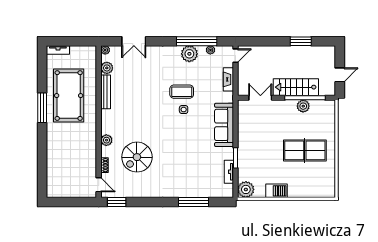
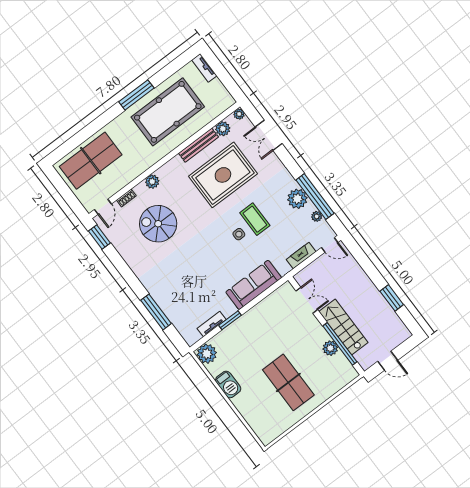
rug: (137, 91) -> (223, 175), added
table tennis table: (62, 170) -> (91, 161), added

